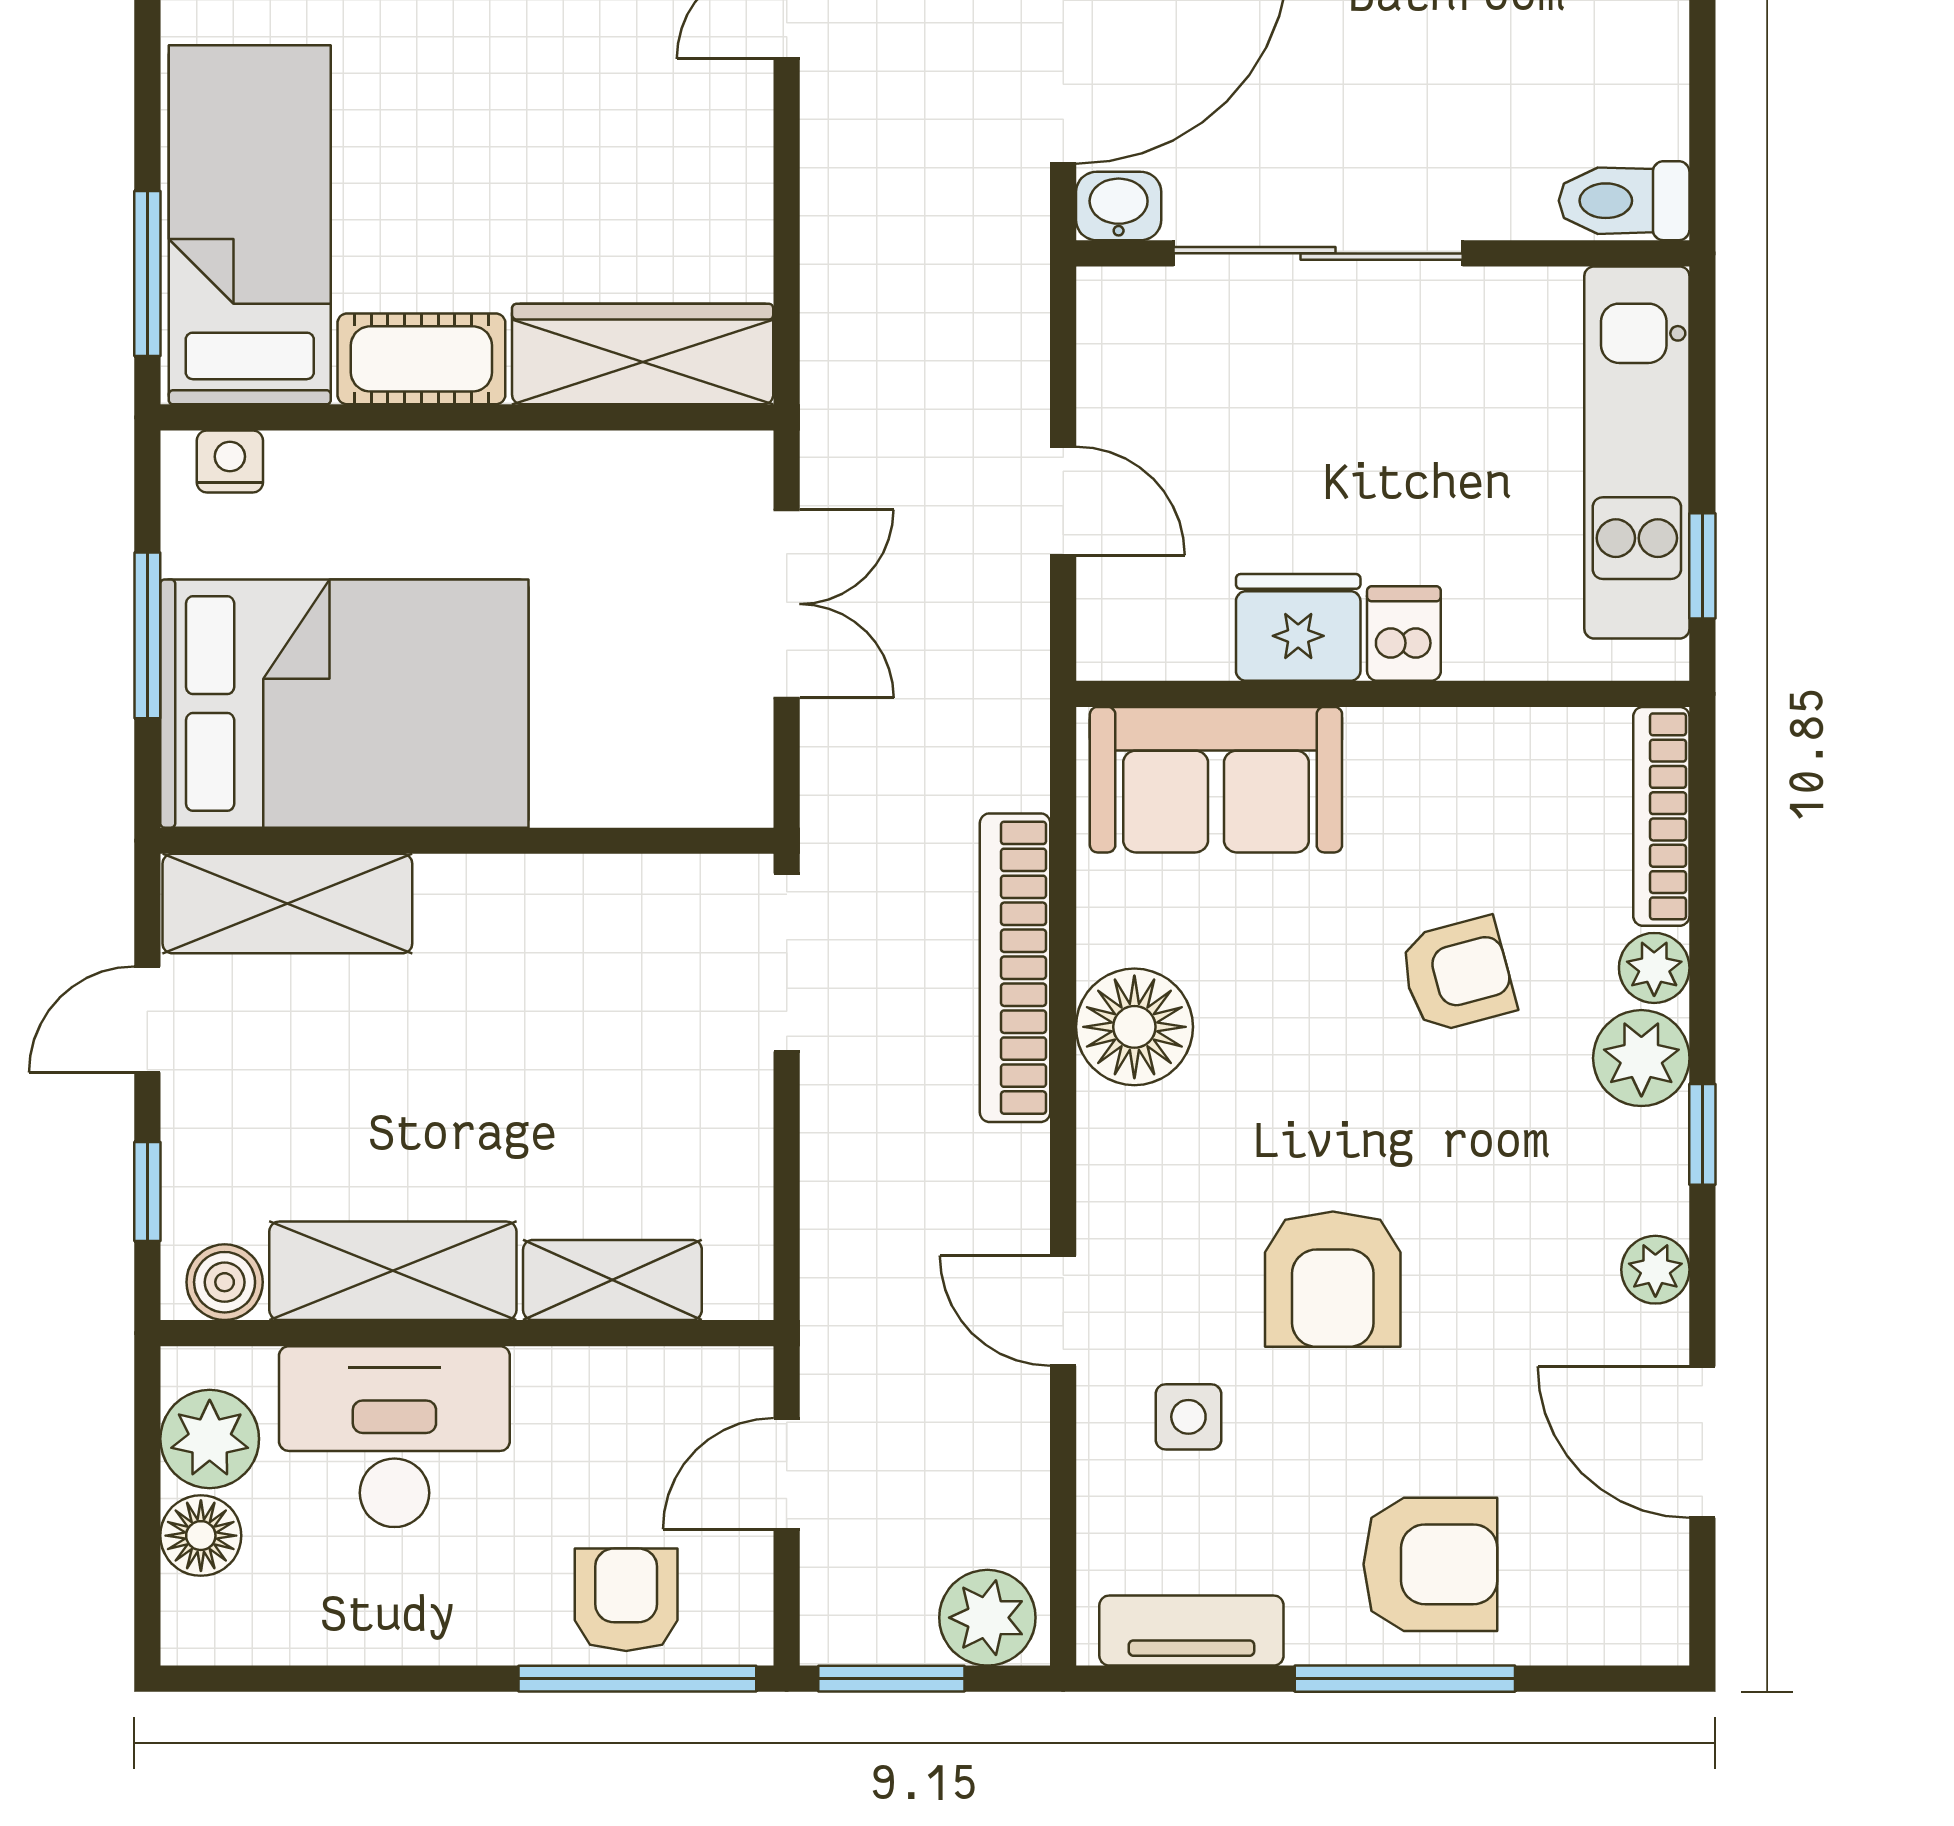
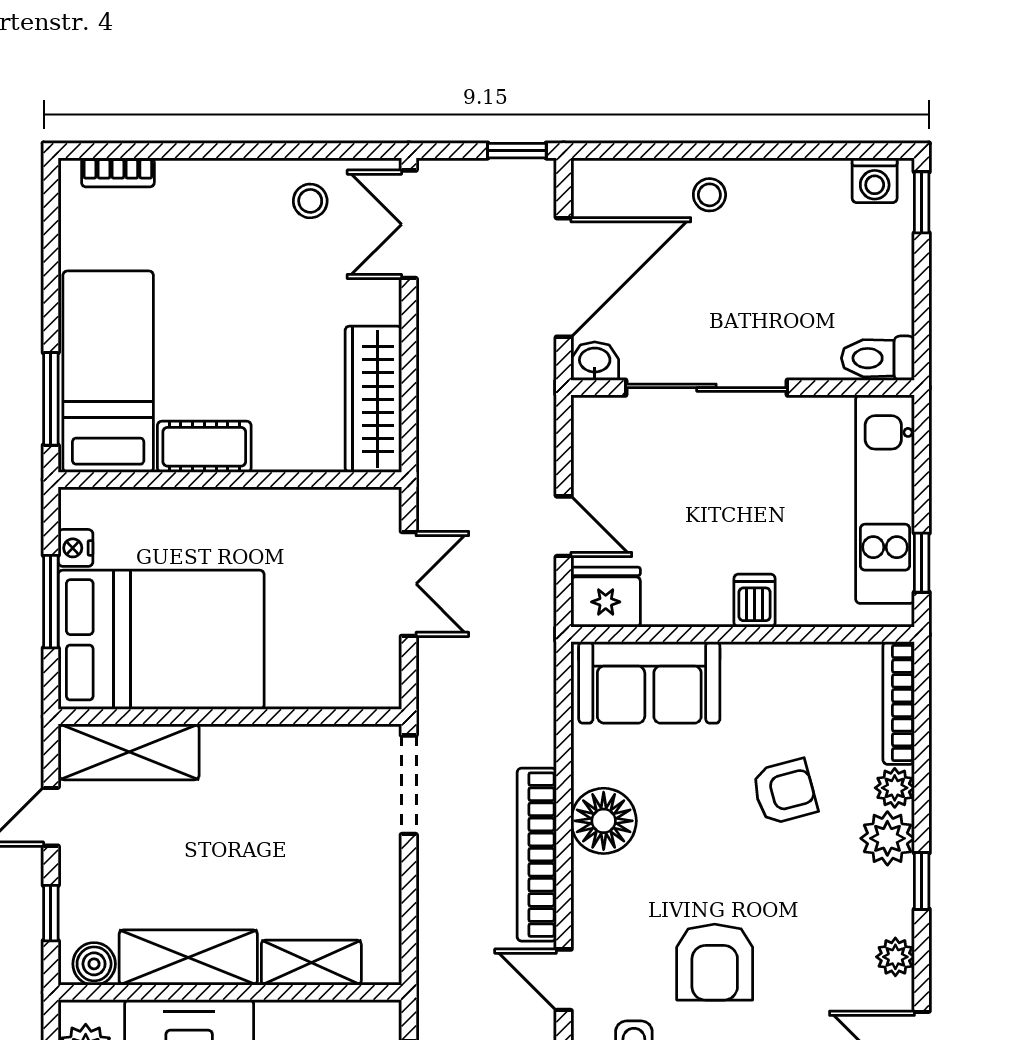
wardrobe: (643, 354) -> (373, 399), moved, turned -90
nightstand: (230, 461) -> (75, 548), moved, turned -90
fridge: (1298, 627) -> (606, 597), moved
bookcase: (1015, 968) -> (537, 855), moved

